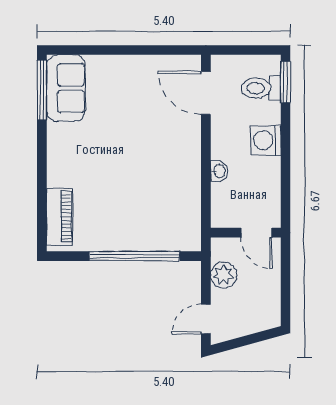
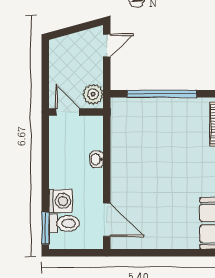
washing machine: (266, 140) -> (61, 201), moved
plant: (224, 275) -> (93, 94), moved

